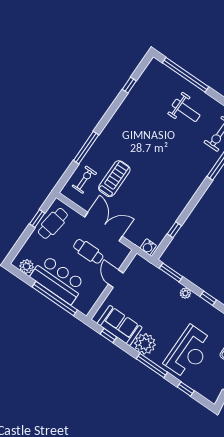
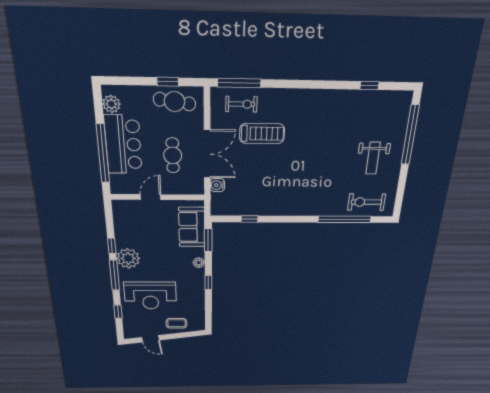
window: (86, 148) -> (239, 83), moved
water cooler: (148, 247) -> (217, 185), moved
door: (116, 279) -> (151, 197), moved
sofa: (120, 325) -> (192, 227), moved, turned 180
window: (108, 336) -> (112, 246), moved

